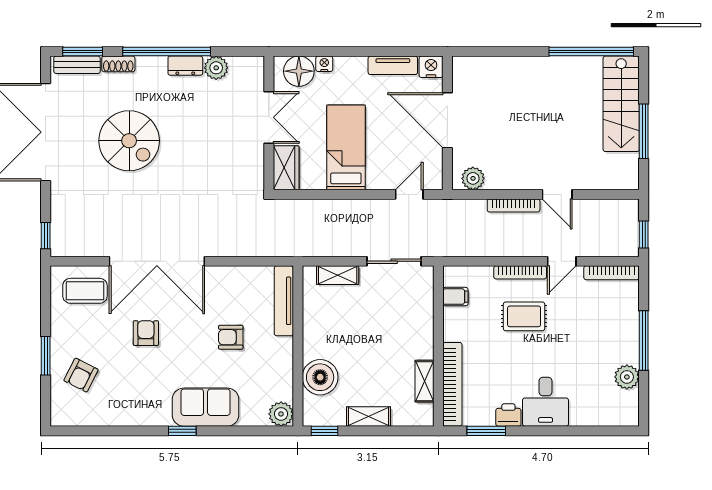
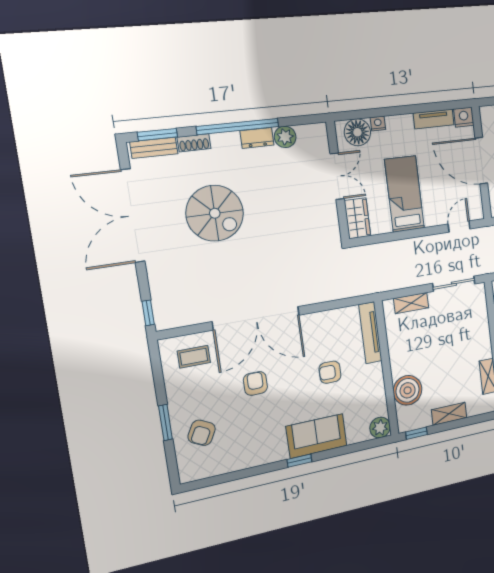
coffee table: (85, 291) -> (194, 357), width x0.73, depth x0.77

